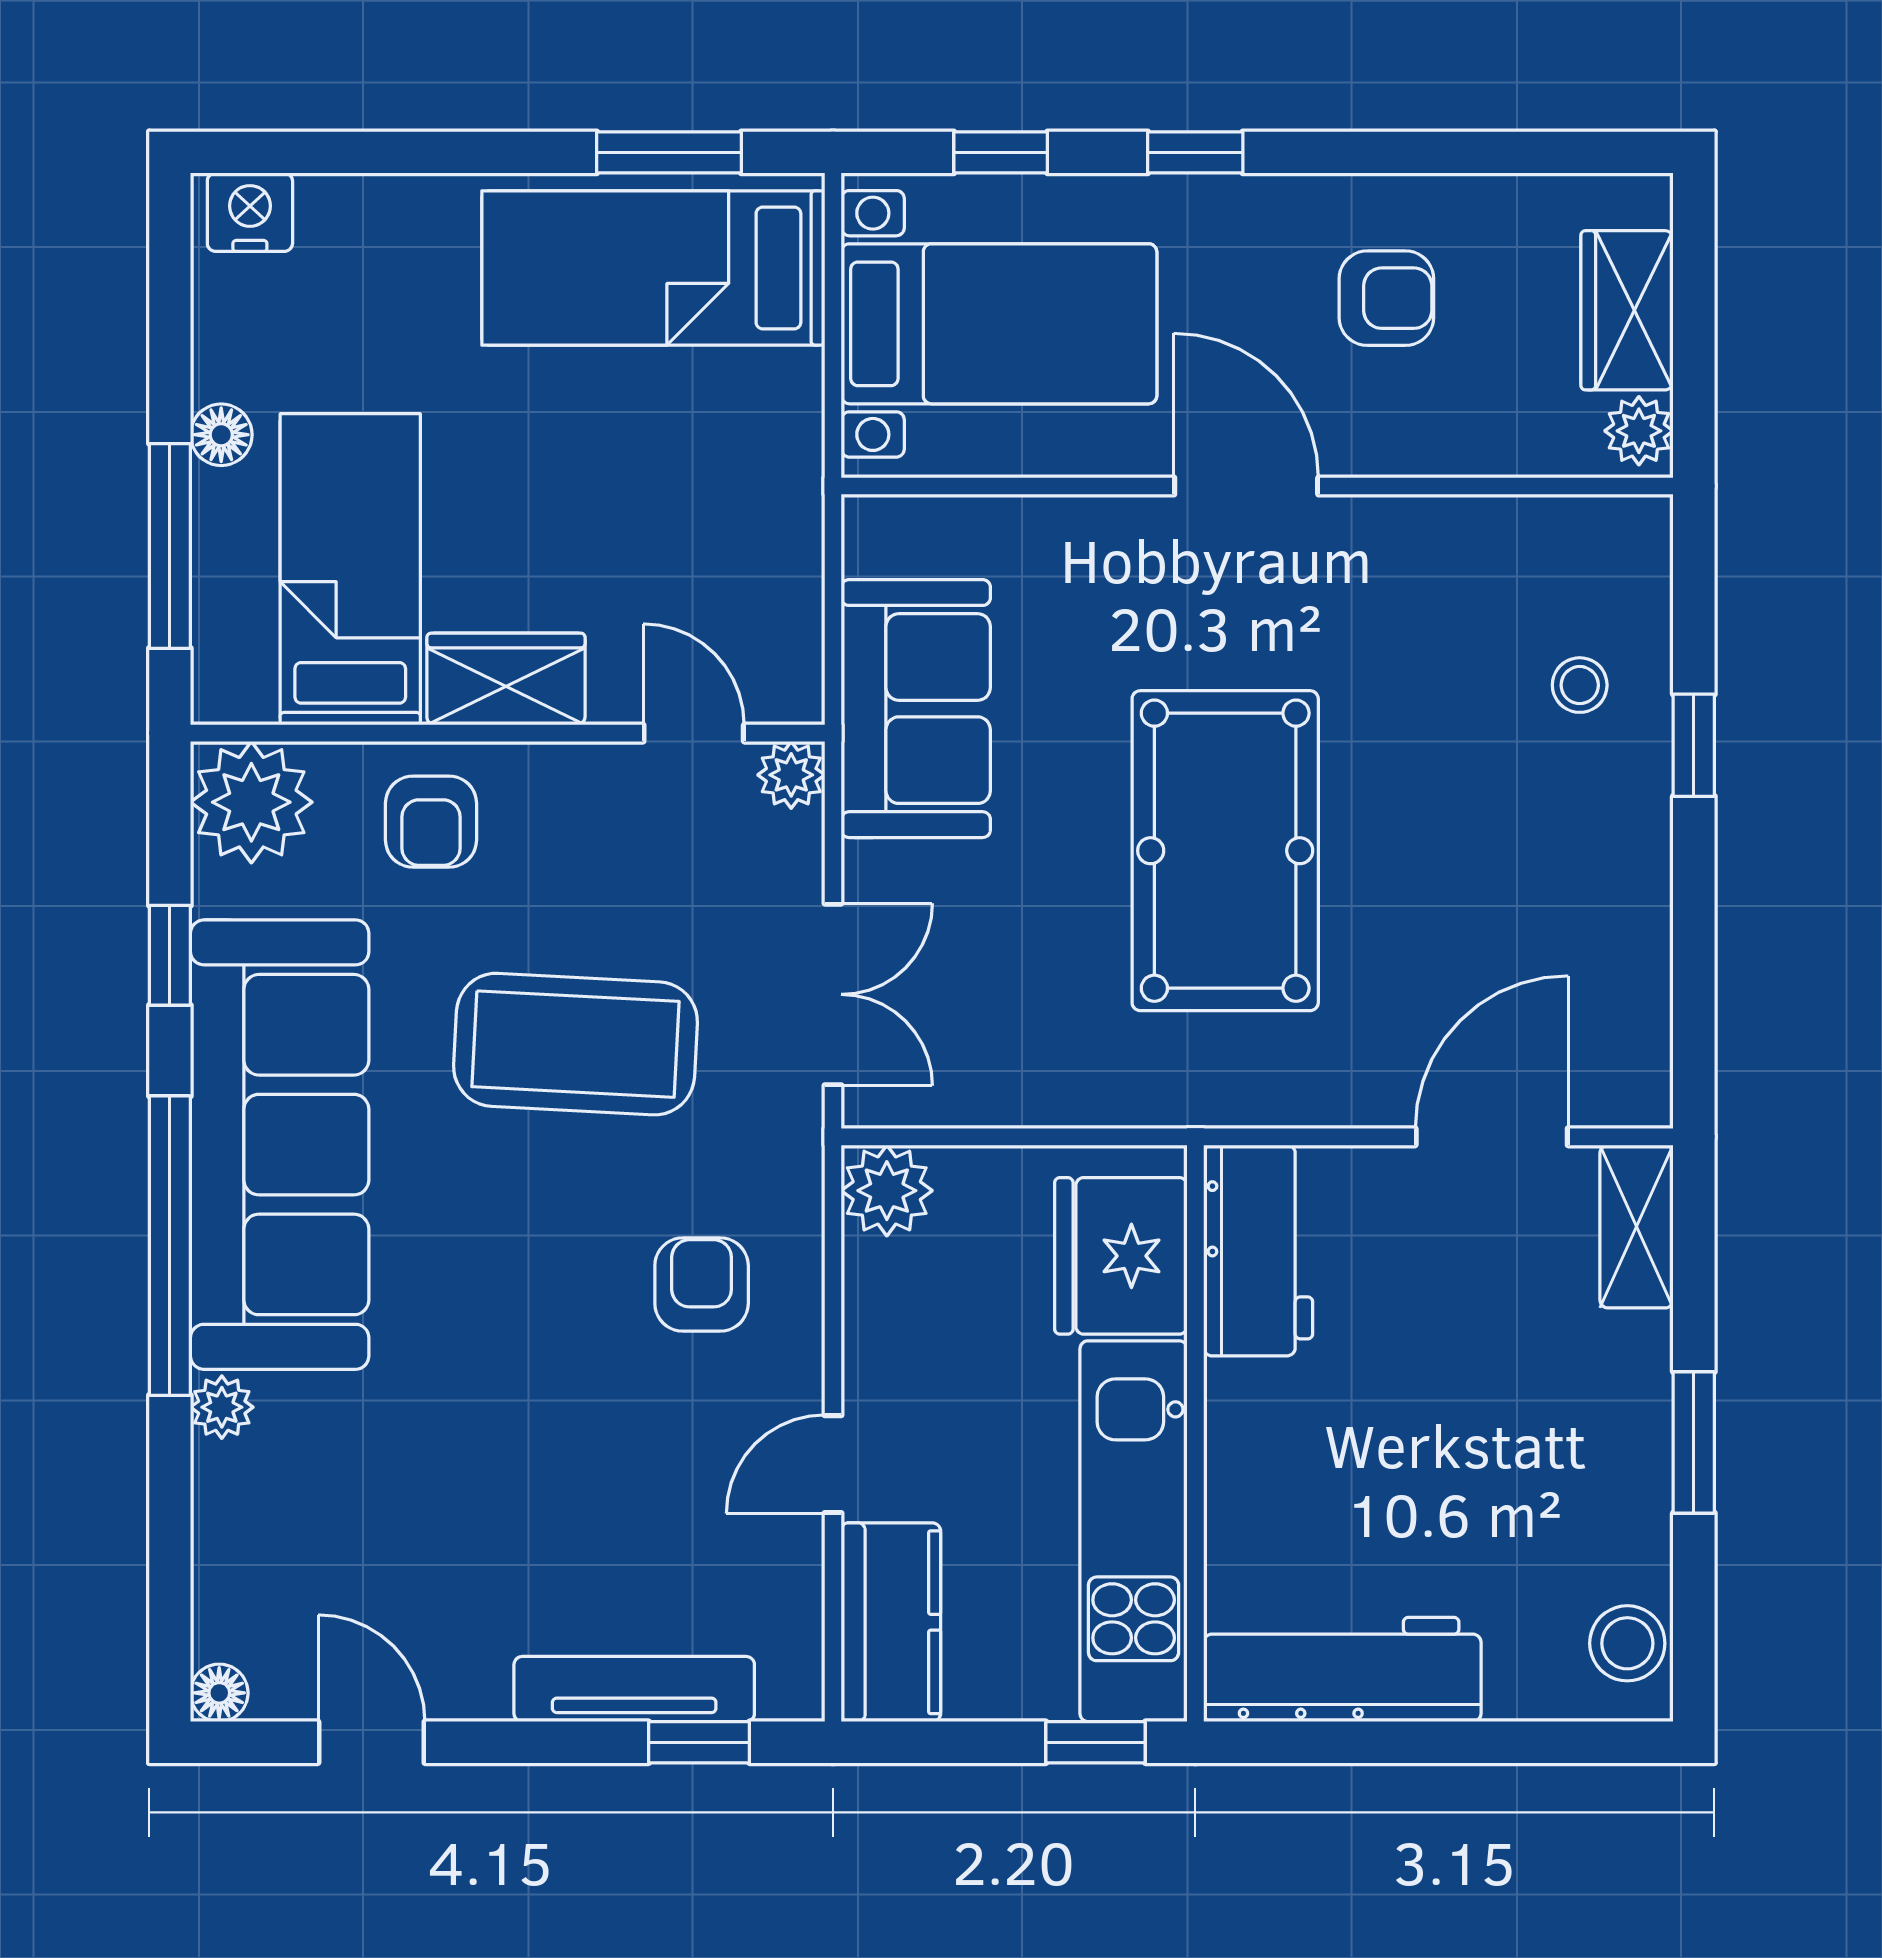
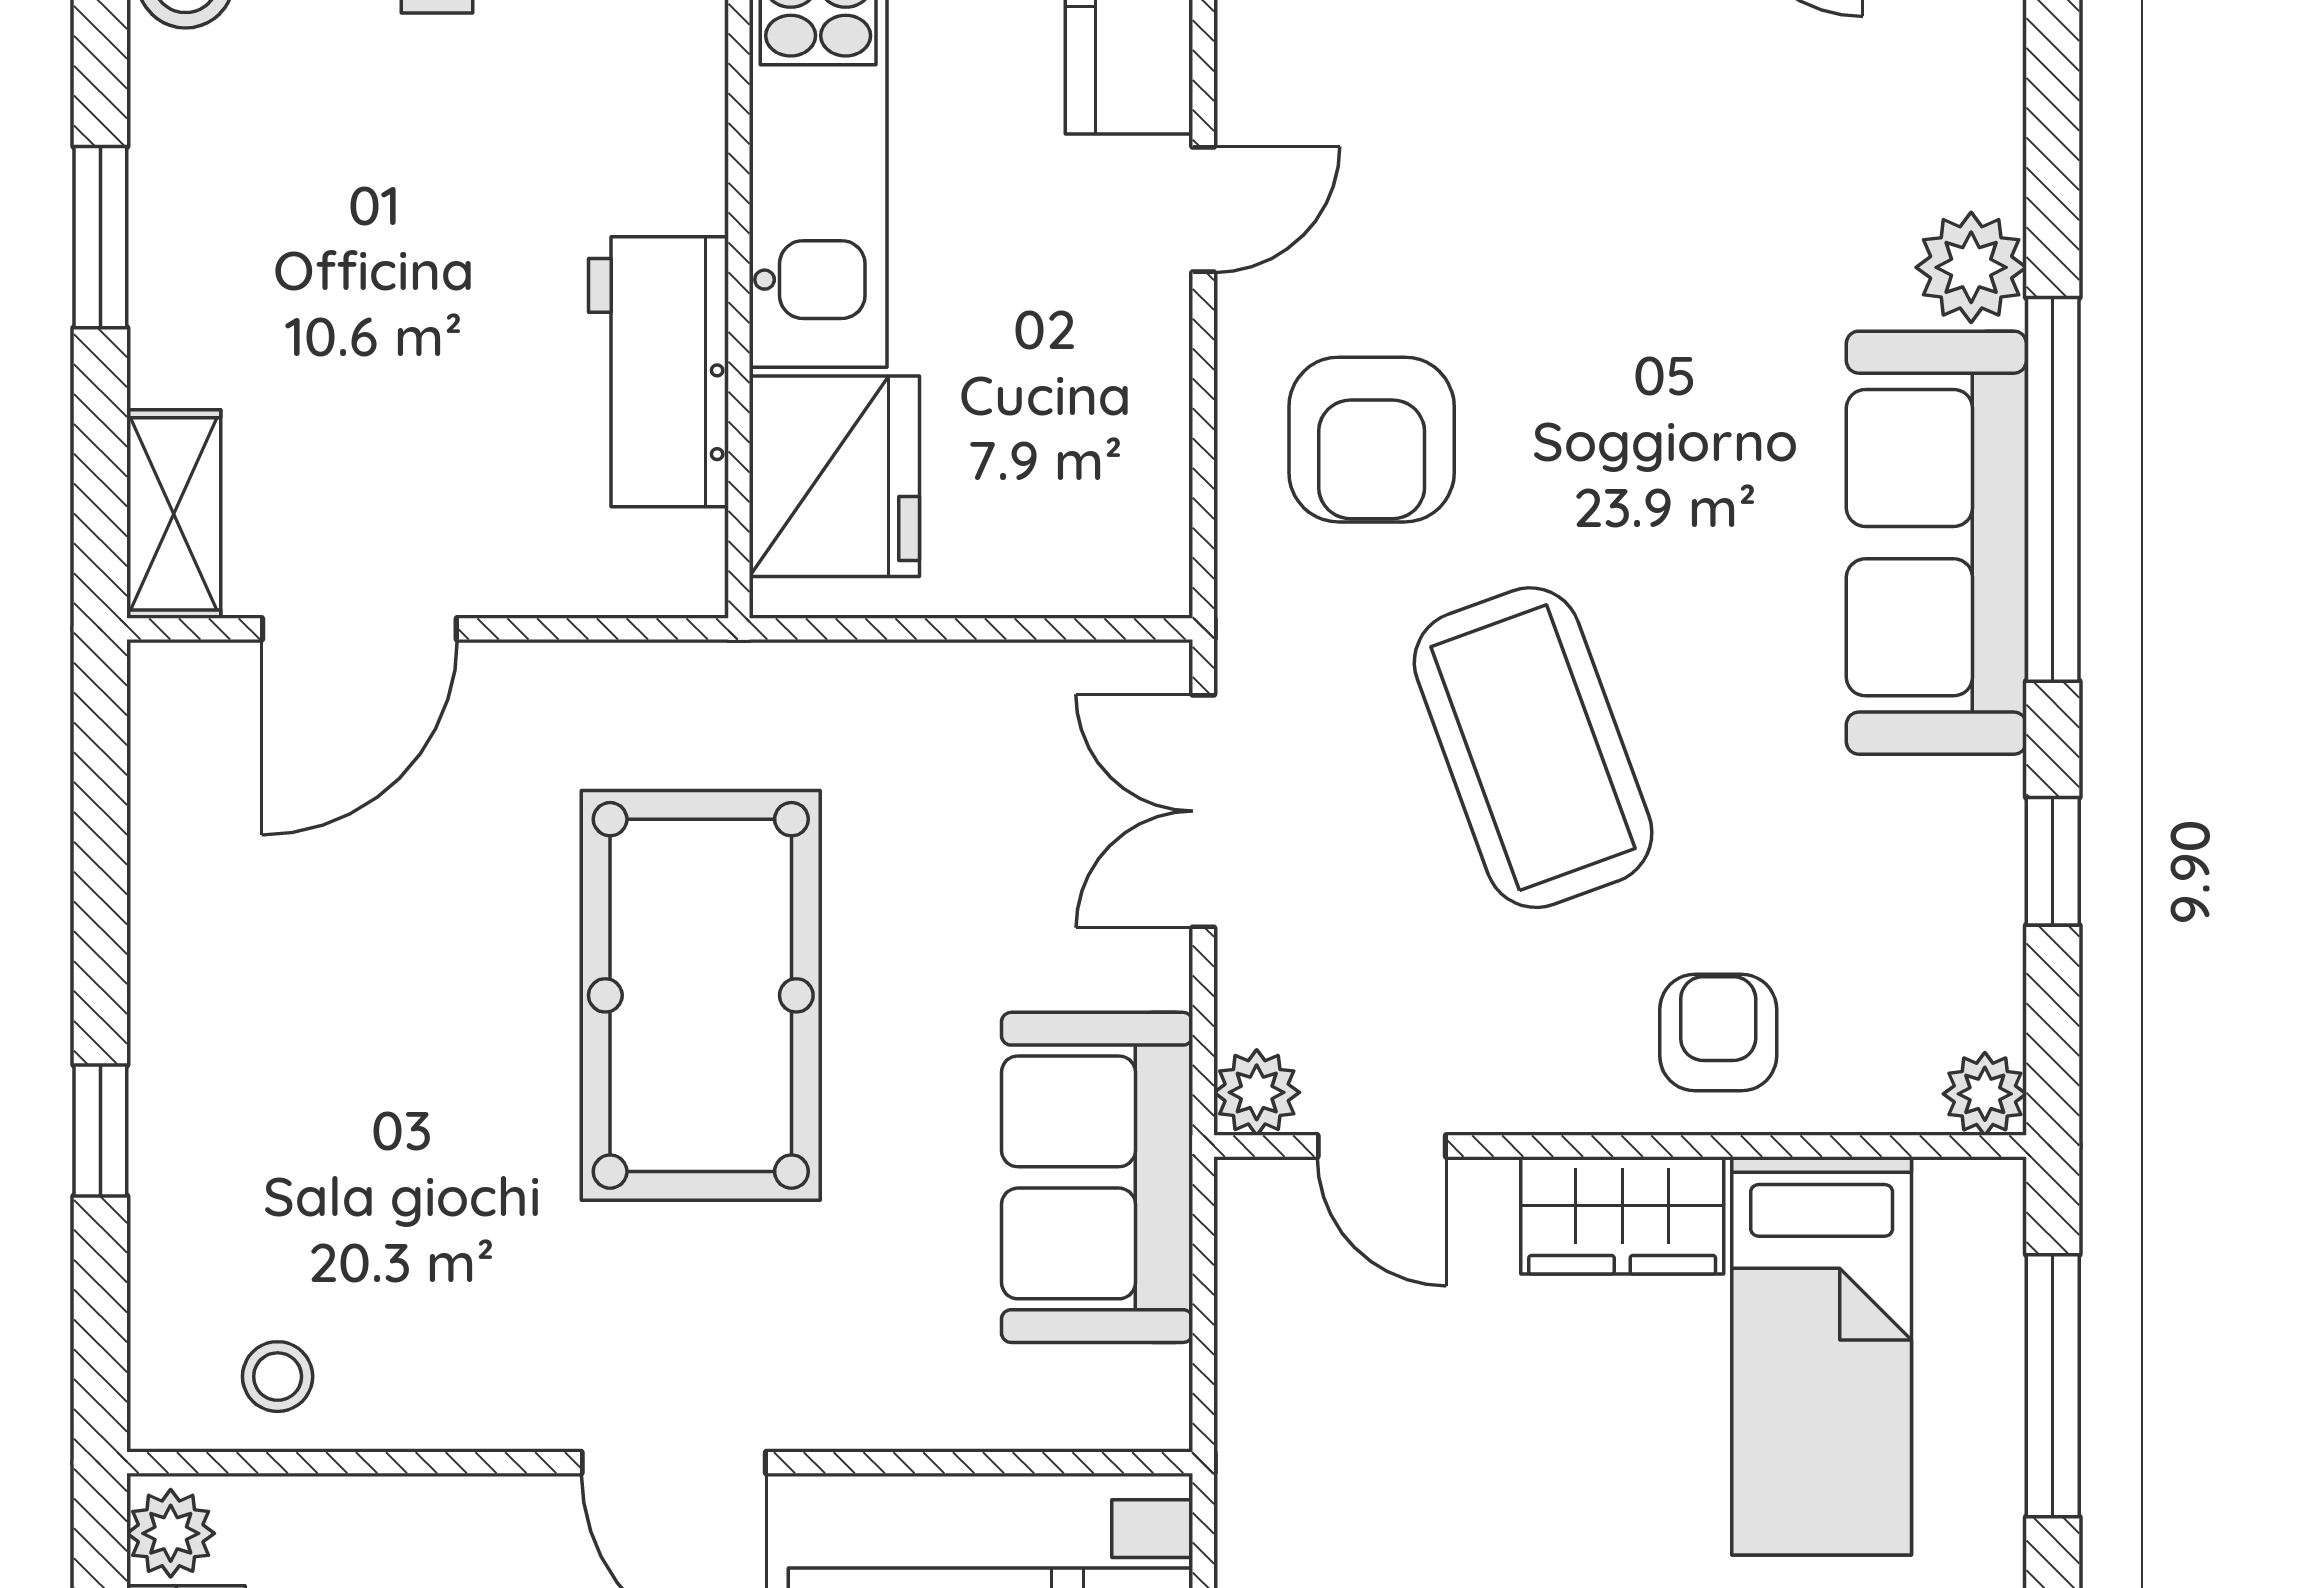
floor lamp: (221, 435) -> (1987, 1528), removed
stool: (1580, 685) -> (278, 1377), moved
plant: (251, 802) -> (1985, 1094), width x0.53, depth x0.53
coffee table: (576, 1044) -> (1533, 748), turned 67
sofa: (280, 1145) -> (1936, 543), width x0.74, depth x0.79
plant: (887, 1191) -> (1134, 560), removed
workbench: (1258, 1250) -> (659, 372), moved
armchair: (702, 1285) -> (1372, 440), width x1.38, depth x1.38
plant: (222, 1407) -> (1971, 267), width x1.38, depth x1.38

